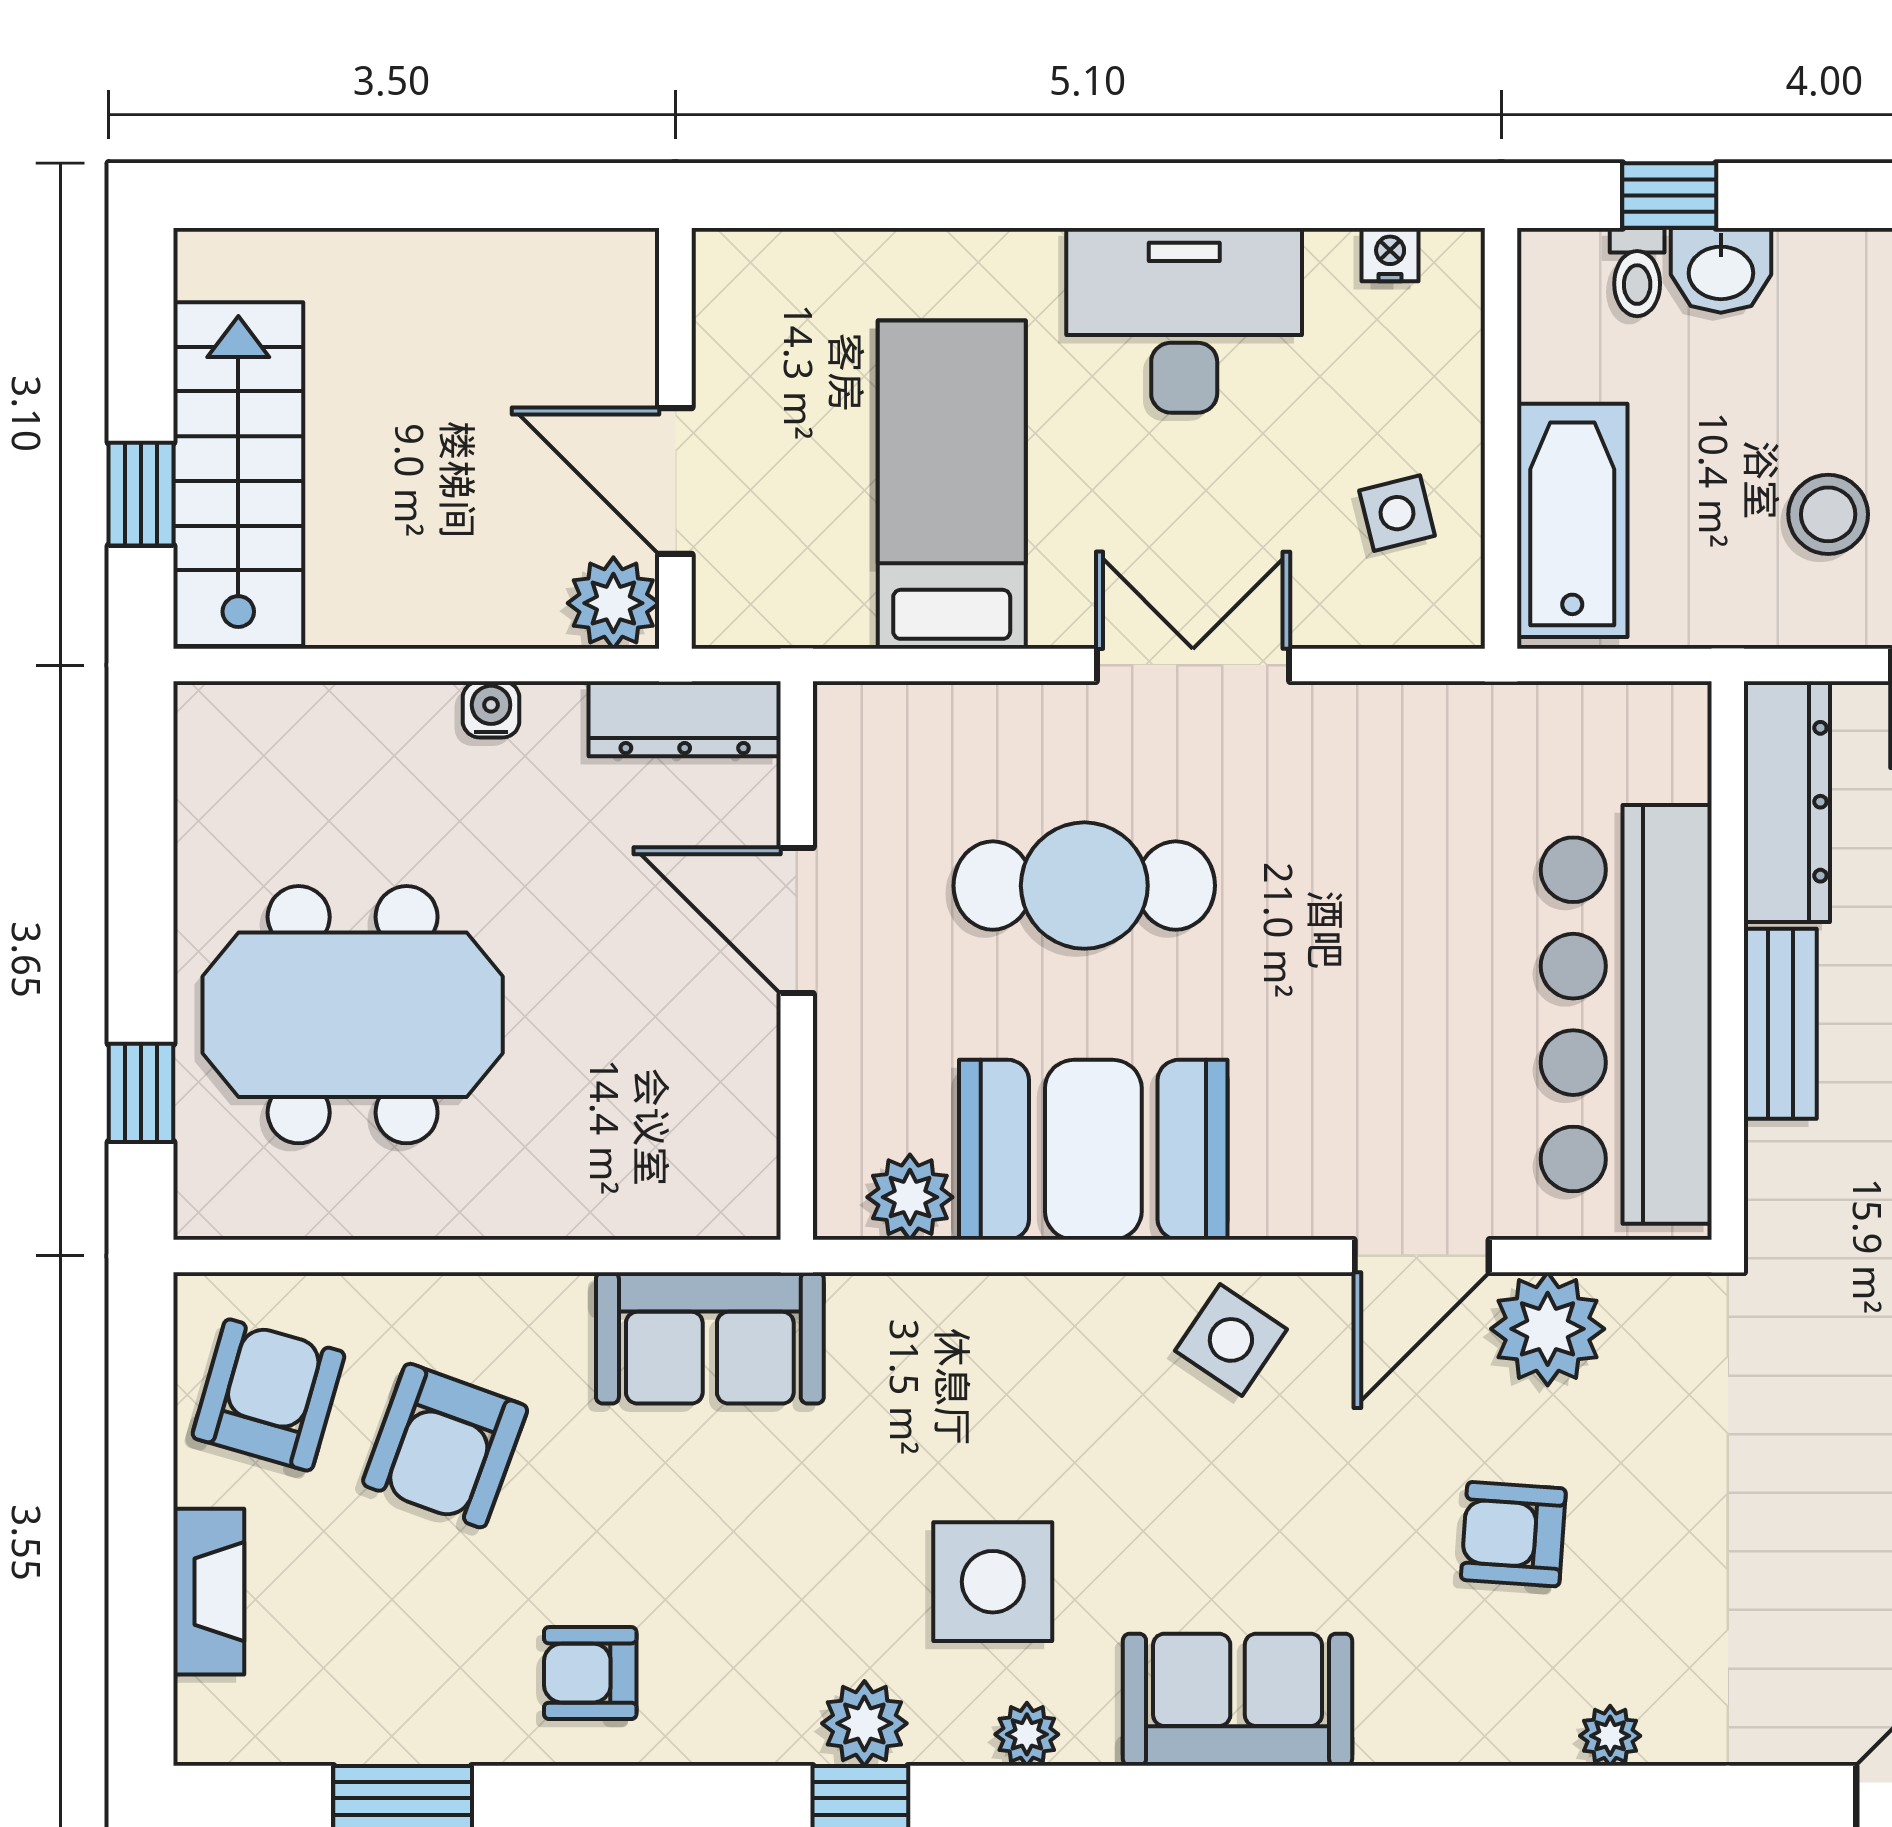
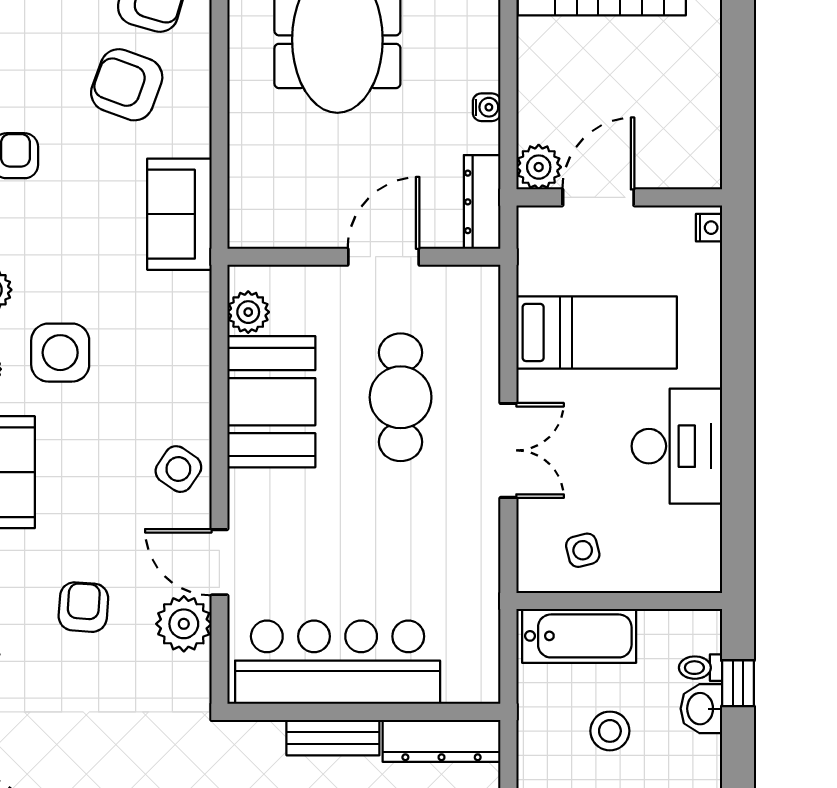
nightstand: (1390, 255) -> (709, 228), moved
stool: (1828, 514) -> (610, 731), moved

